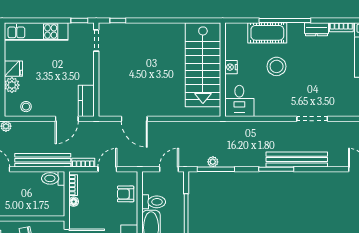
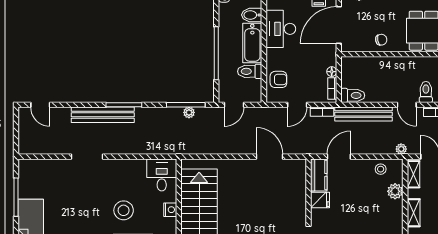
fridge: (13, 69) -> (320, 200), moved, turned 180

